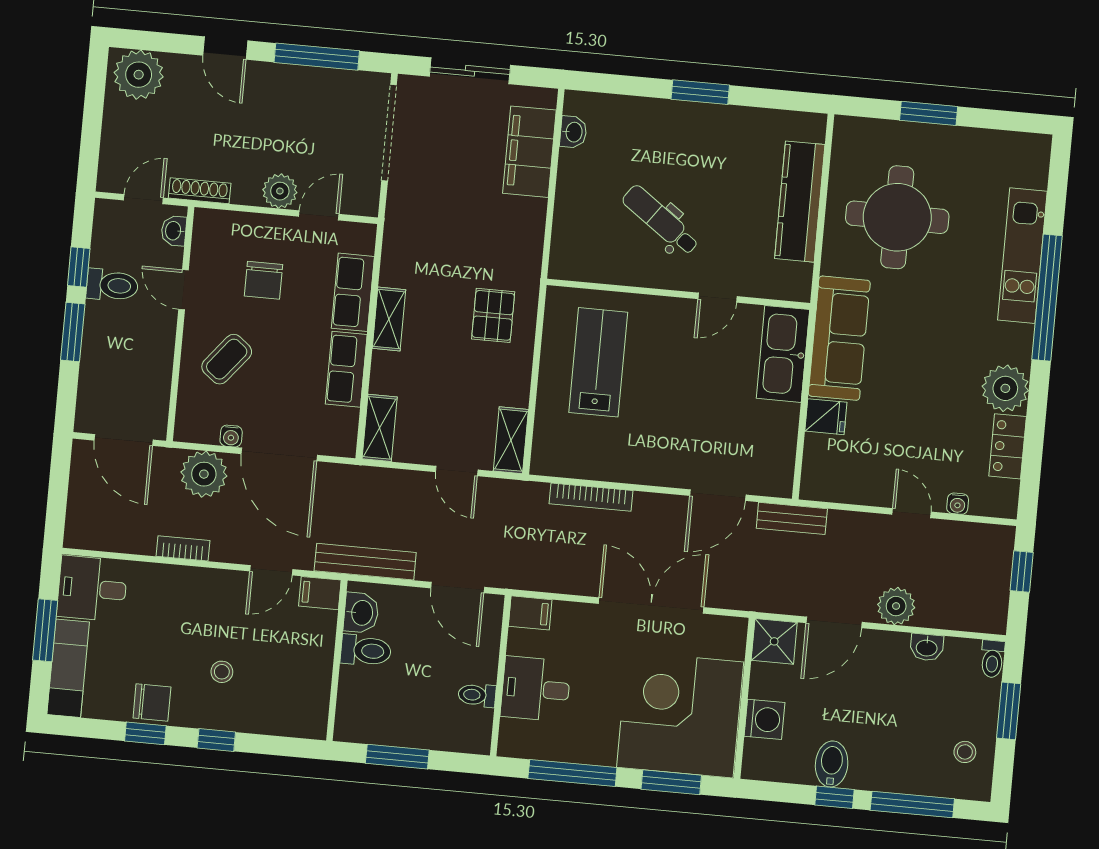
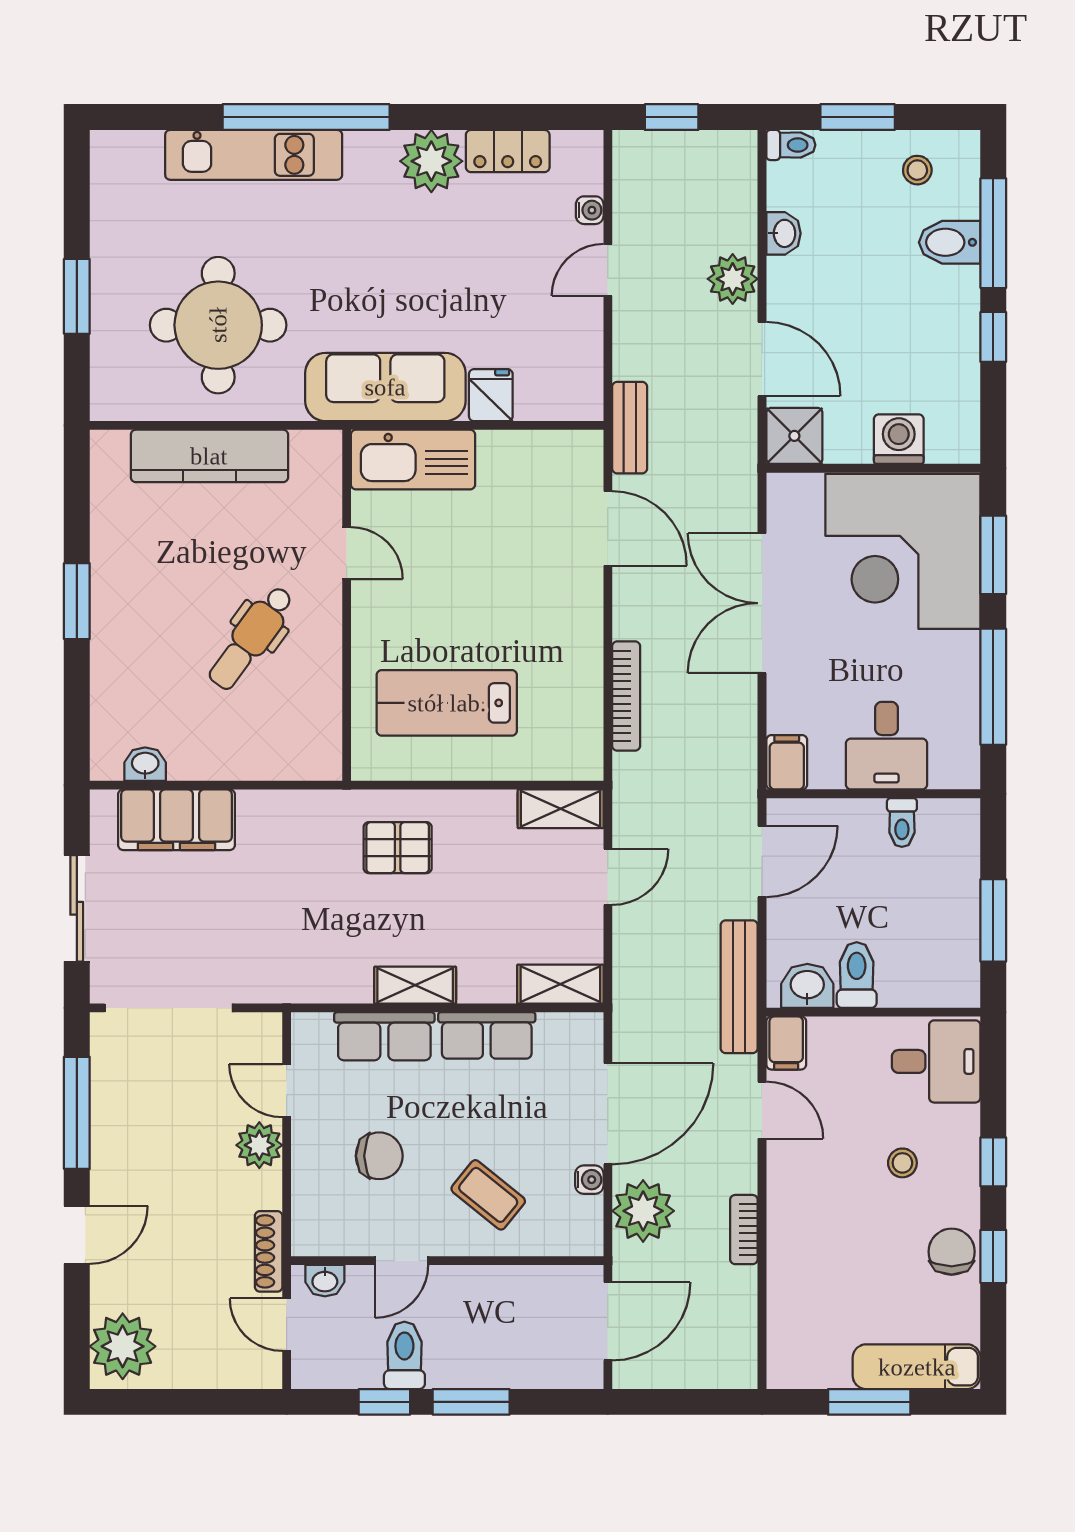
desk: (92, 589) -> (936, 1061), moved, turned -90
bidet: (832, 764) -> (950, 242), moved

